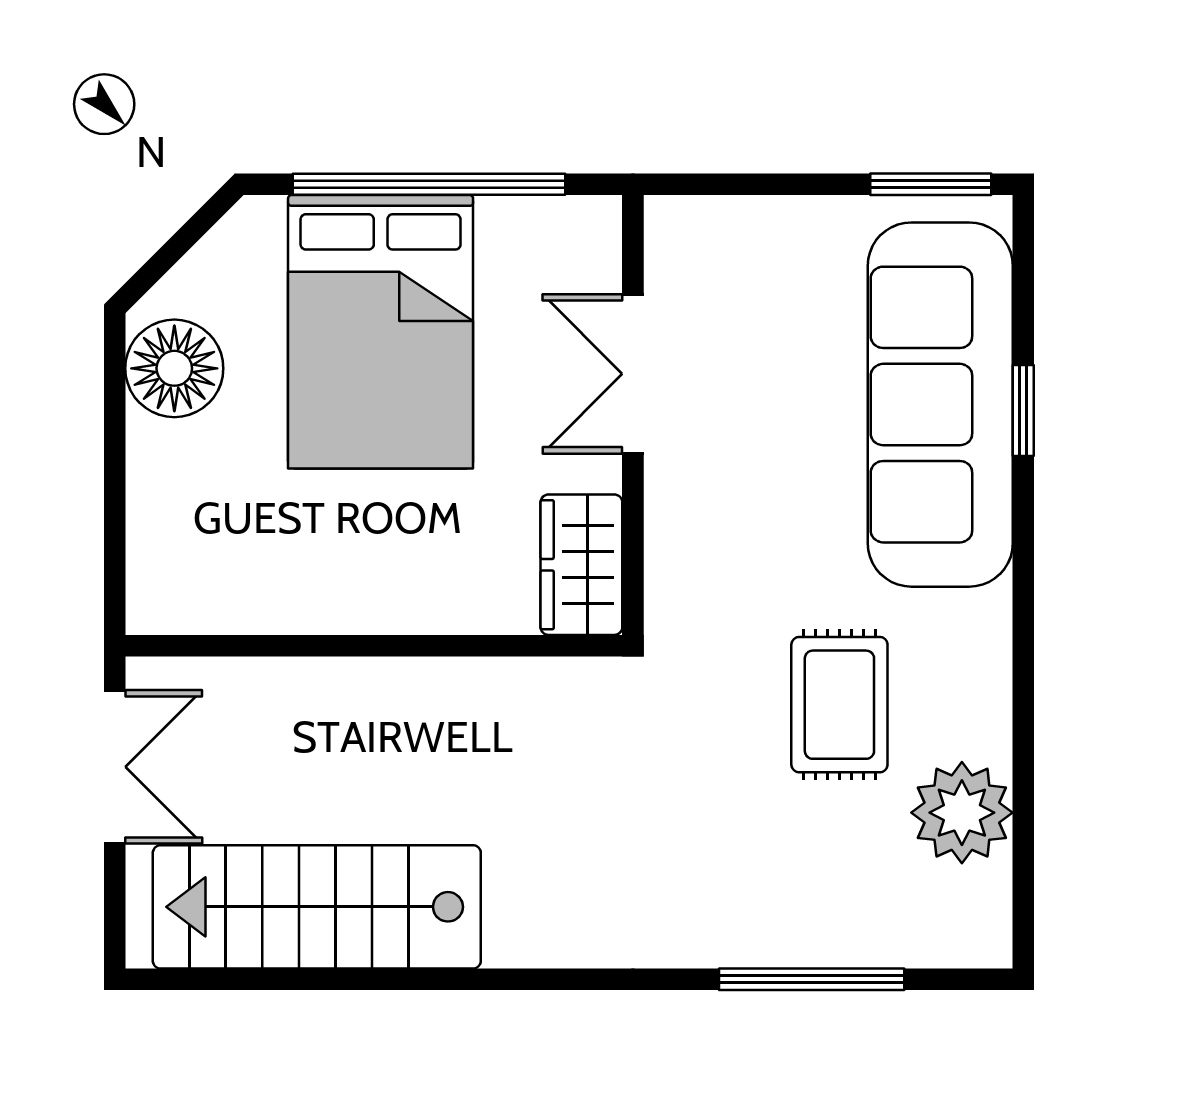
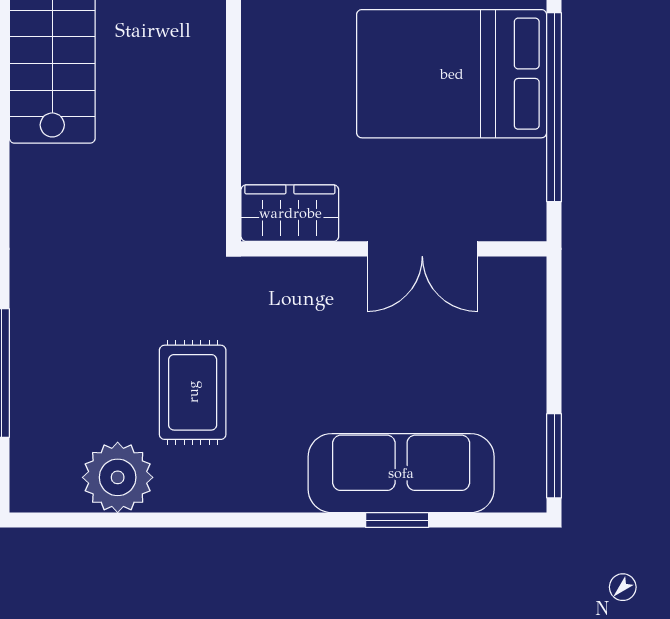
double door: (633, 374) -> (422, 249), swing flipped
sofa: (940, 405) -> (401, 473), width x0.74, depth x0.79
rug: (839, 705) -> (193, 392), turned 90

